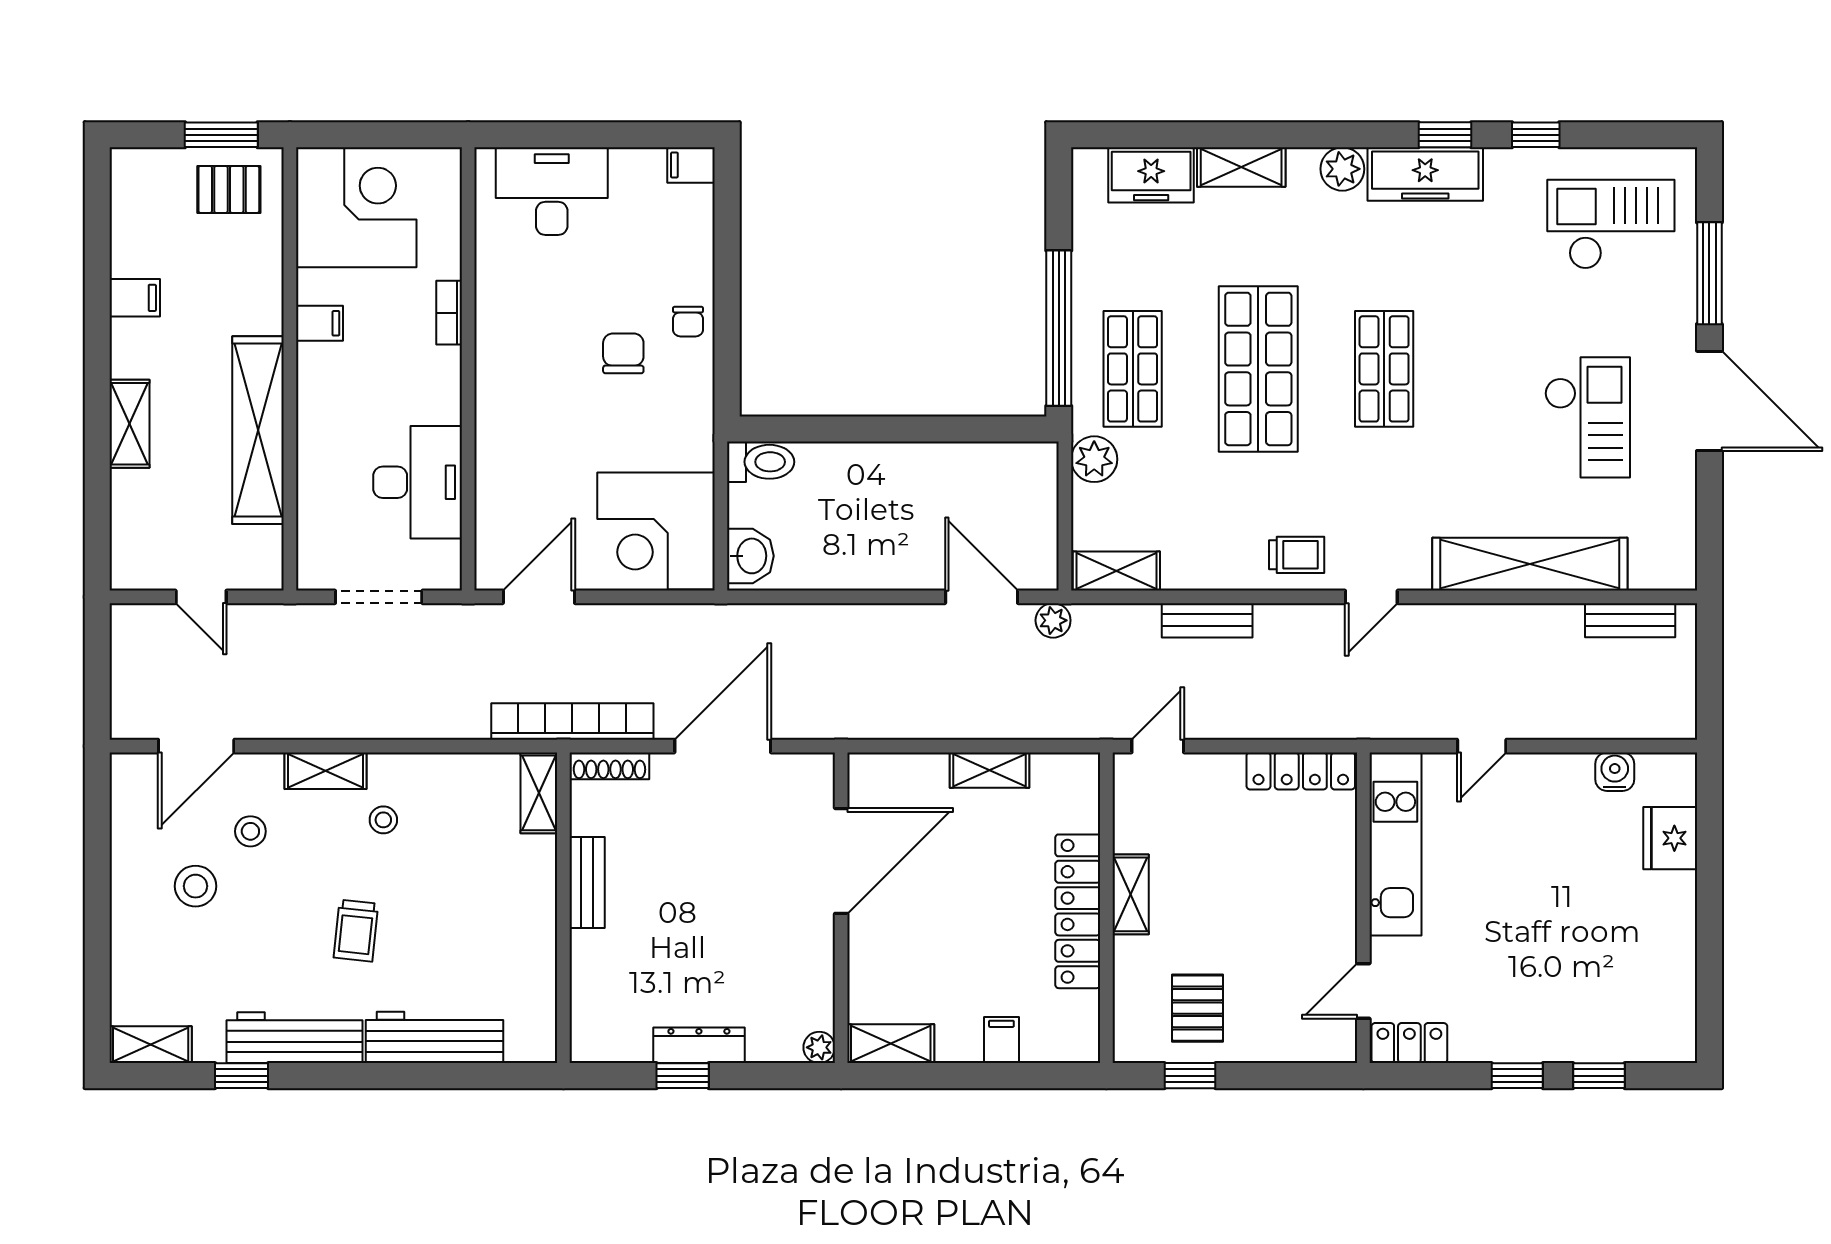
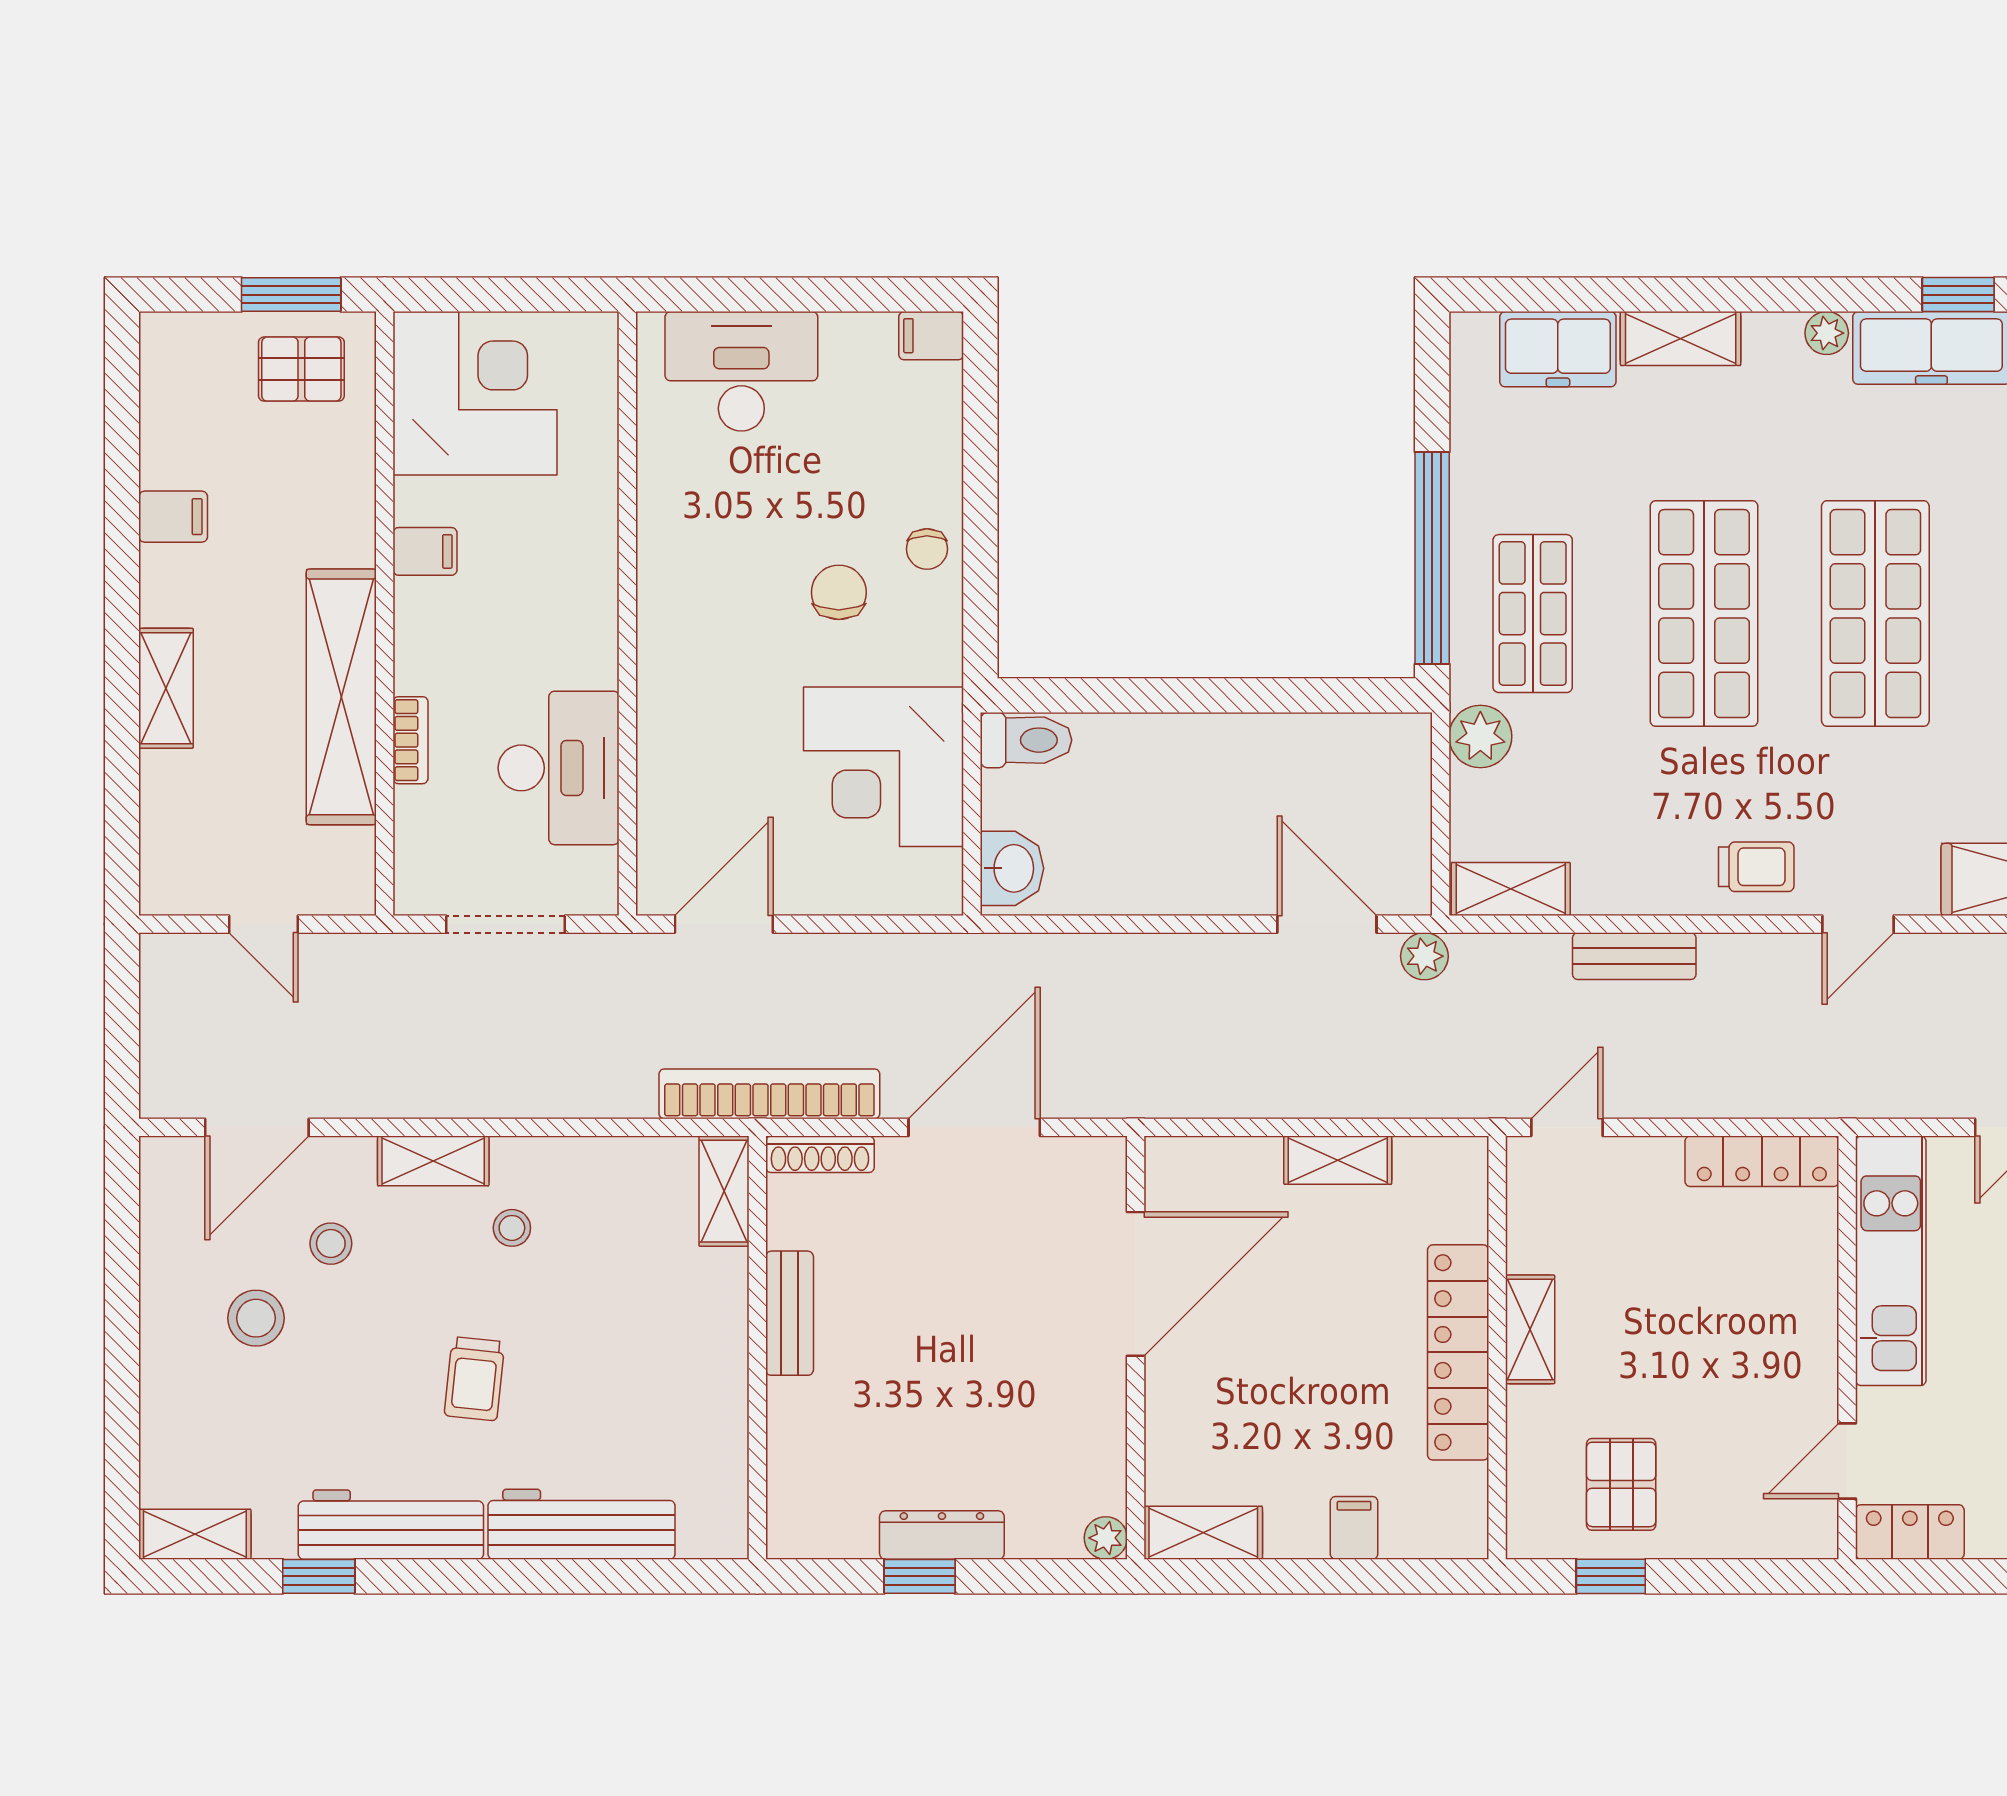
plant: (1342, 169) -> (1827, 333), width x0.73, depth x0.73
bookcase: (449, 313) -> (411, 740), moved, turned 180
shop shelf: (1384, 369) -> (1875, 614), width x1.43, depth x1.36
corner desk: (656, 531) -> (884, 767), moved

